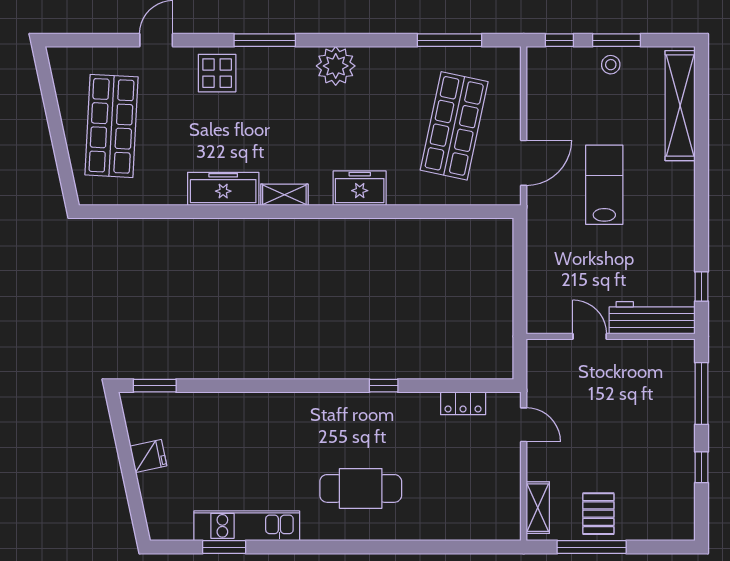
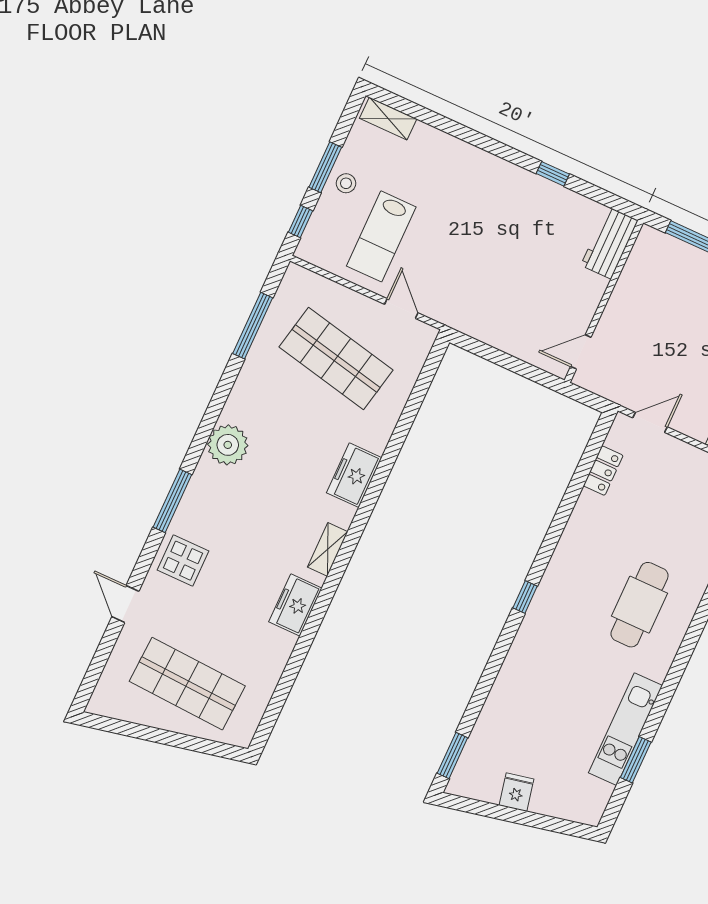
shelving: (680, 106) -> (388, 119), width x0.45, depth x0.75
door: (524, 163) -> (401, 309), width x0.73
lab bench: (604, 185) -> (381, 236), moved, turned -90
freezer: (223, 189) -> (295, 605), width x0.71
window: (701, 286) -> (553, 174), moved
workbench: (652, 318) -> (609, 243), width x0.73
door: (590, 336) -> (581, 352), moved
window: (384, 386) -> (525, 597), moved

